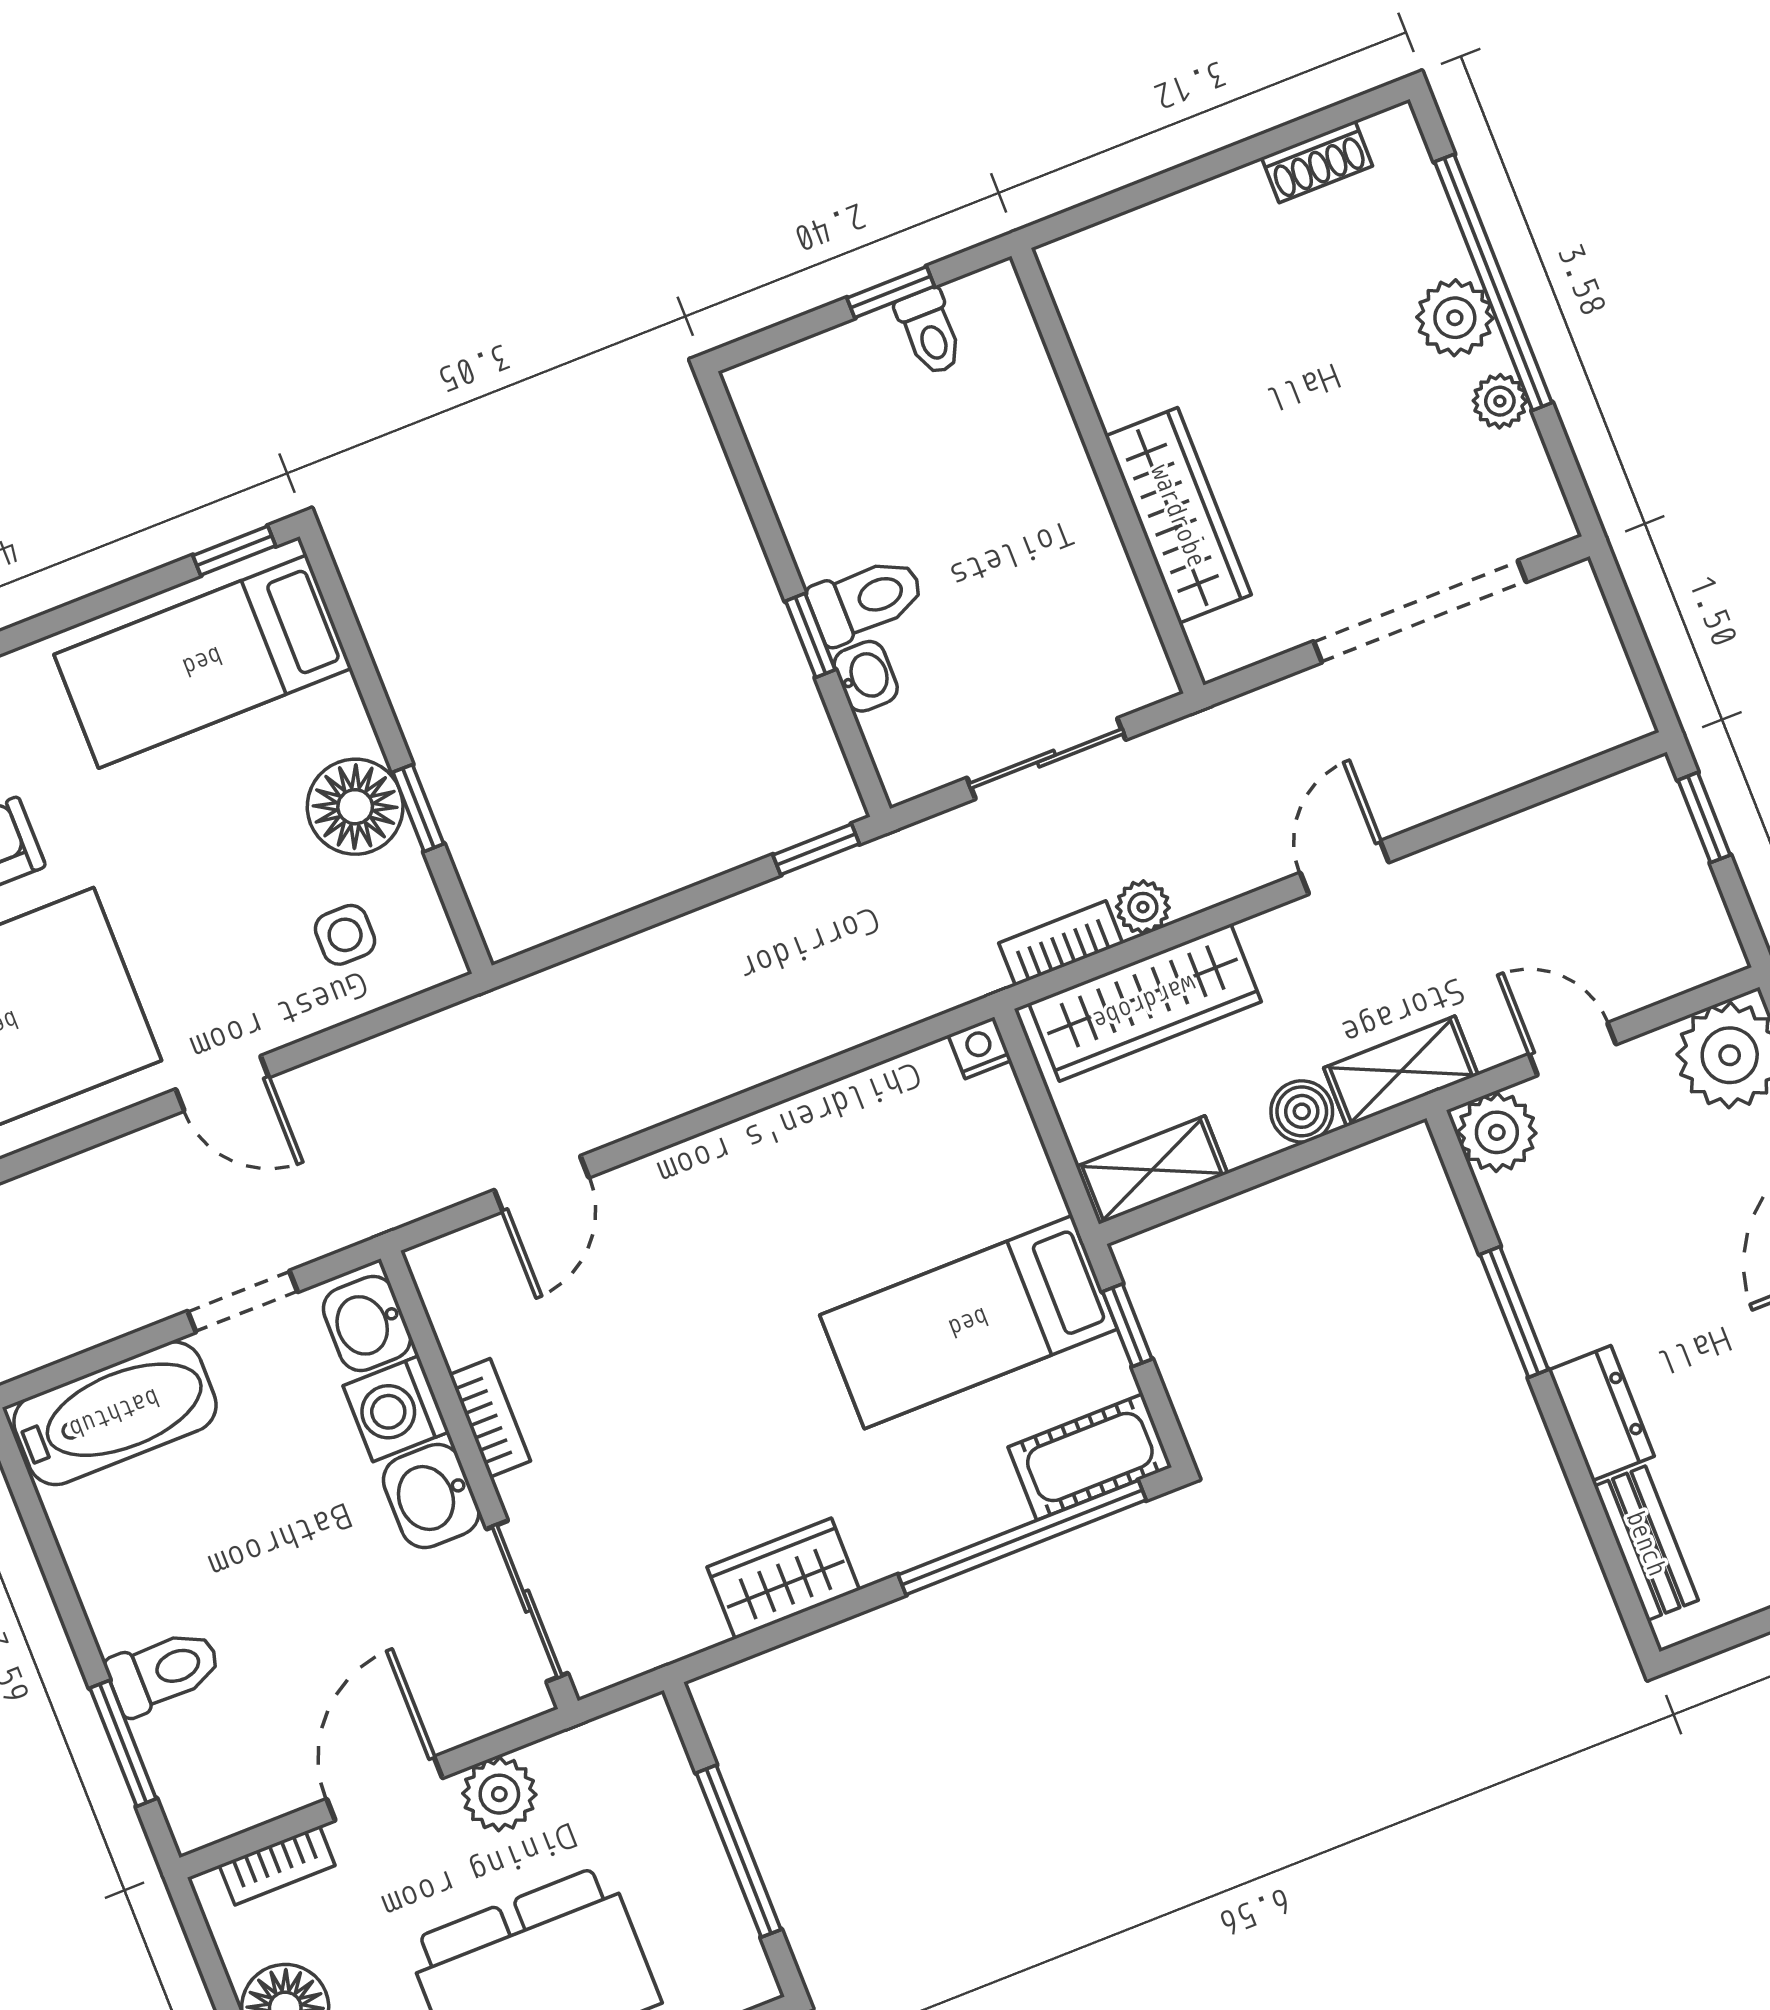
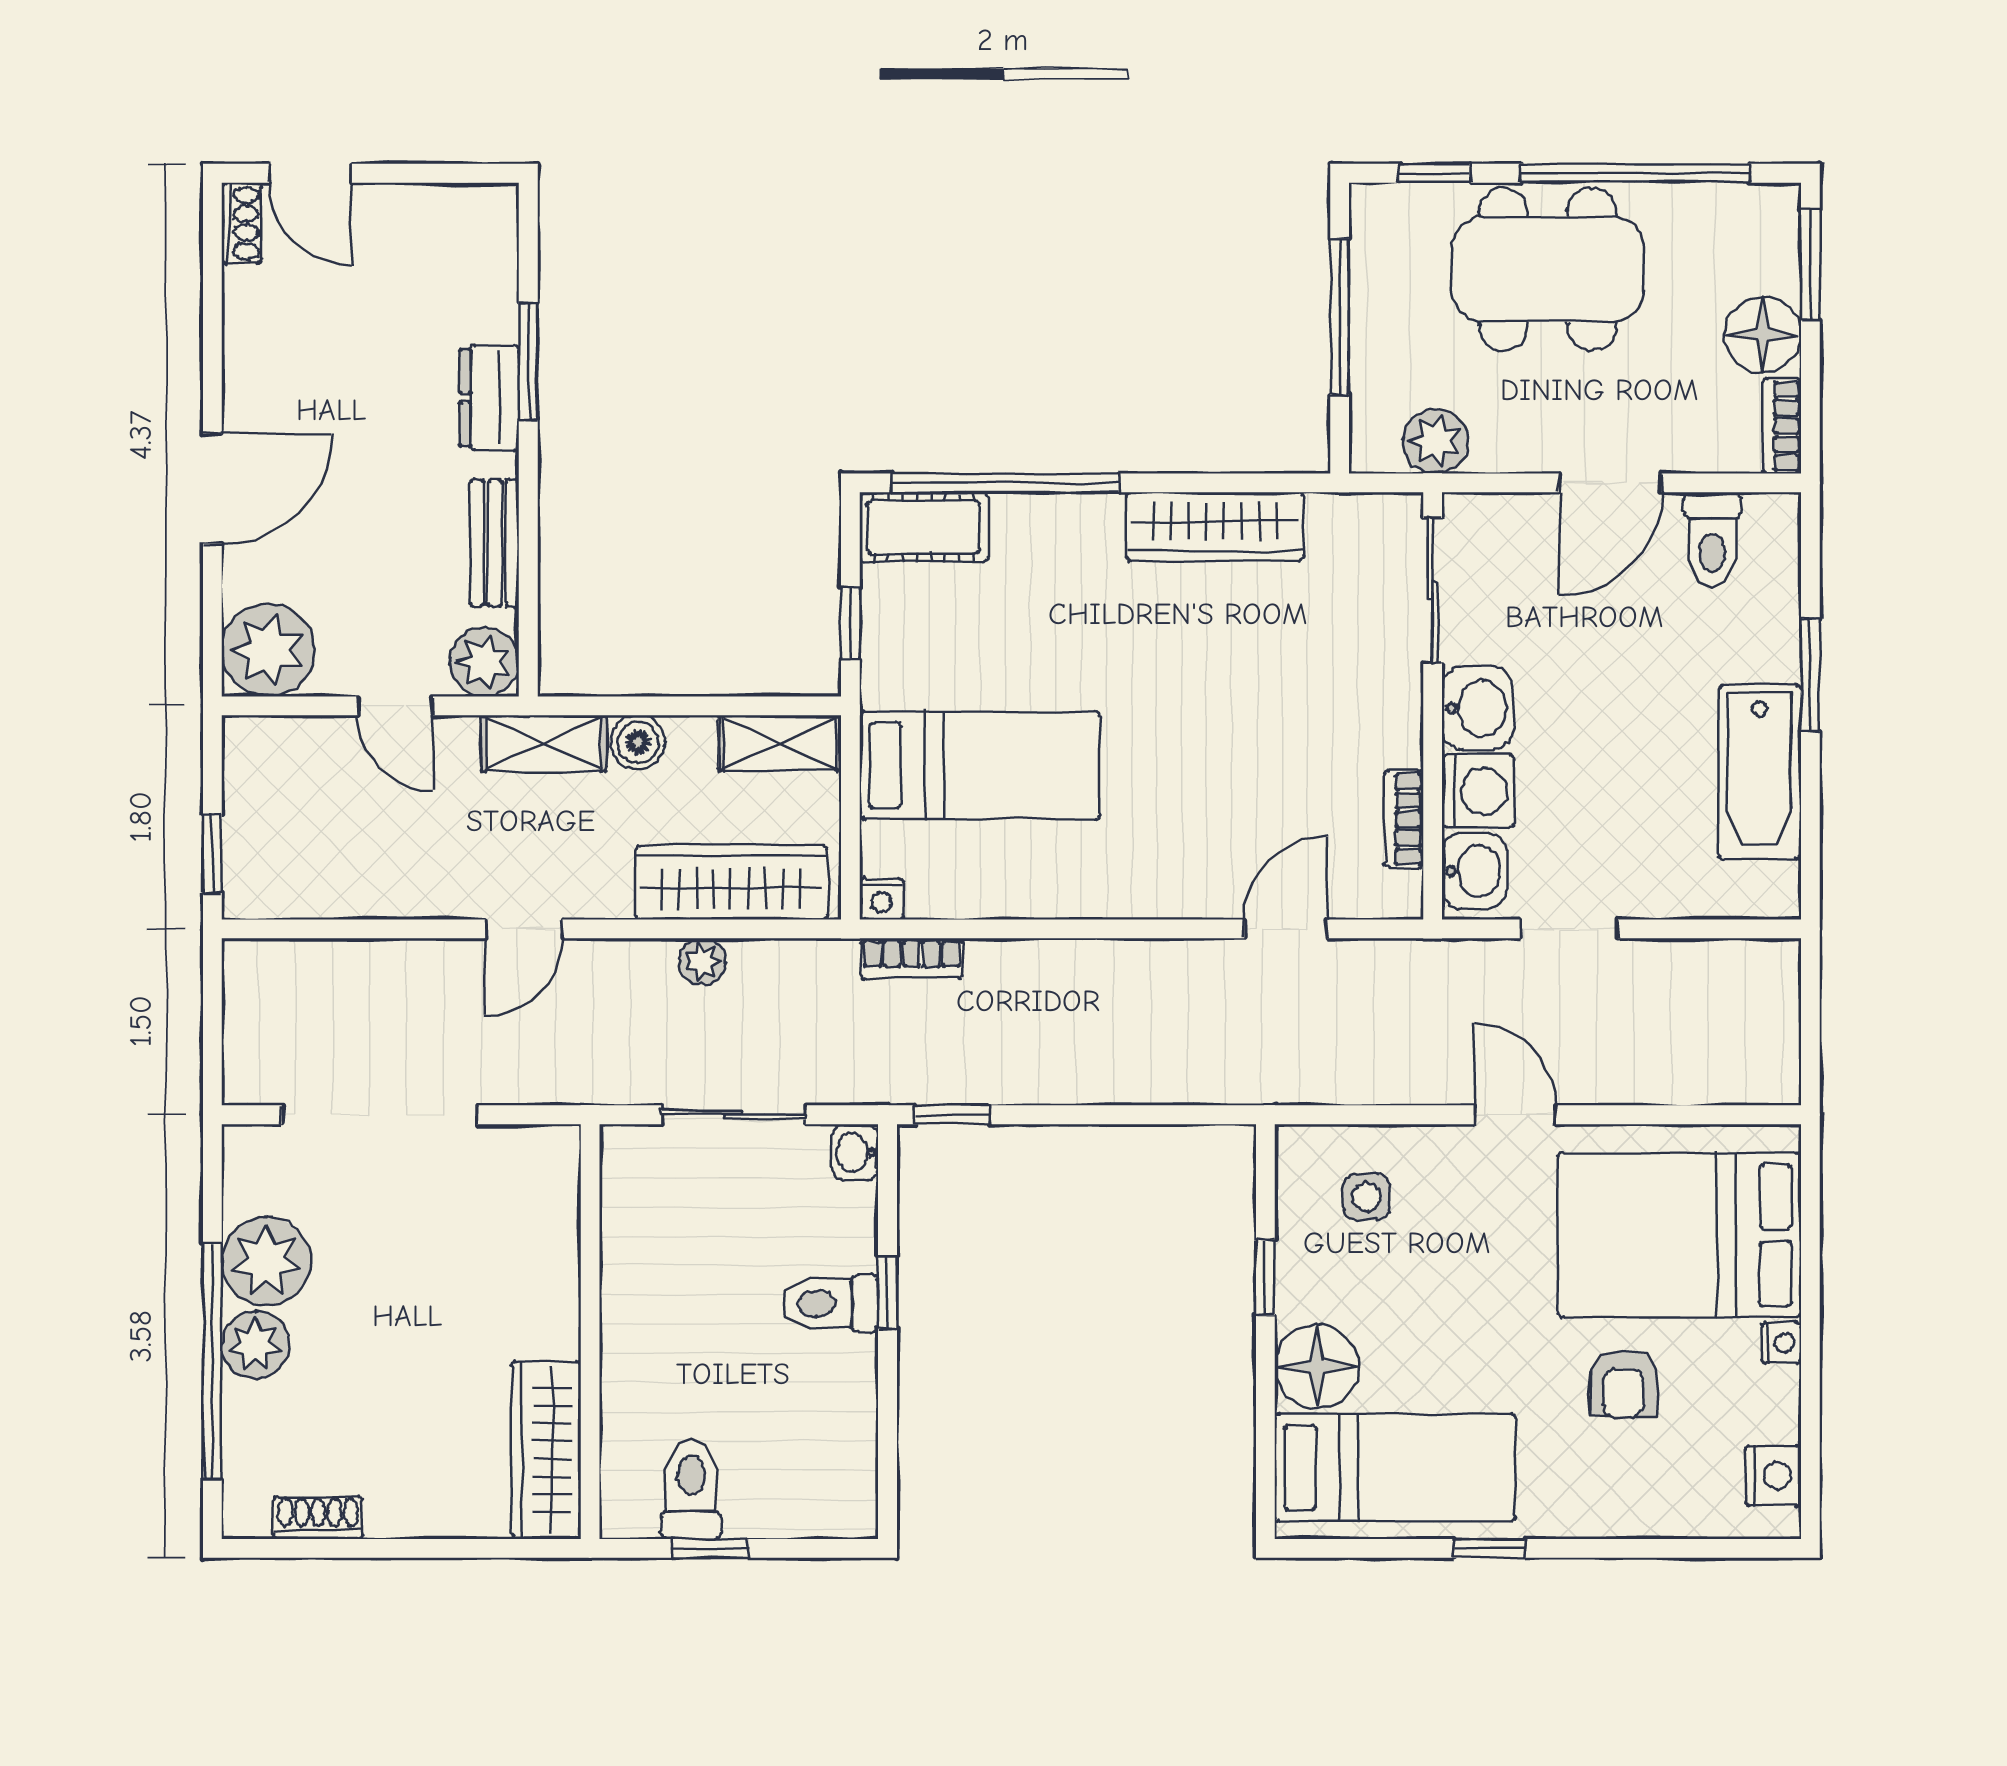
toilet: (930, 332) -> (691, 1489), width x1.37, depth x1.39
plant: (1500, 401) -> (266, 1262), width x1.87, depth x1.87
wardrobe: (1178, 515) -> (546, 1450), moved
window: (234, 551) -> (1490, 1548), moved
washbasin: (866, 676) -> (855, 1152), moved
floor lamp: (355, 807) -> (1317, 1366), moved
bookcase: (1061, 943) -> (912, 959), moved
window: (1514, 1312) -> (528, 361), moved
bed: (969, 1322) -> (980, 765), moved
bathtub: (115, 1413) -> (1760, 772), moved, turned -90
bookcase: (490, 1418) -> (1404, 819), moved
bench: (1646, 1543) -> (495, 543), moved
wardrobe: (783, 1579) -> (1215, 526), width x1.50
toilet: (164, 1671) -> (1712, 540), moved, turned -90
window: (123, 1743) -> (1810, 675), moved
plant: (499, 1794) -> (1436, 441), moved
bookcase: (277, 1865) -> (1782, 426), moved, turned -90

